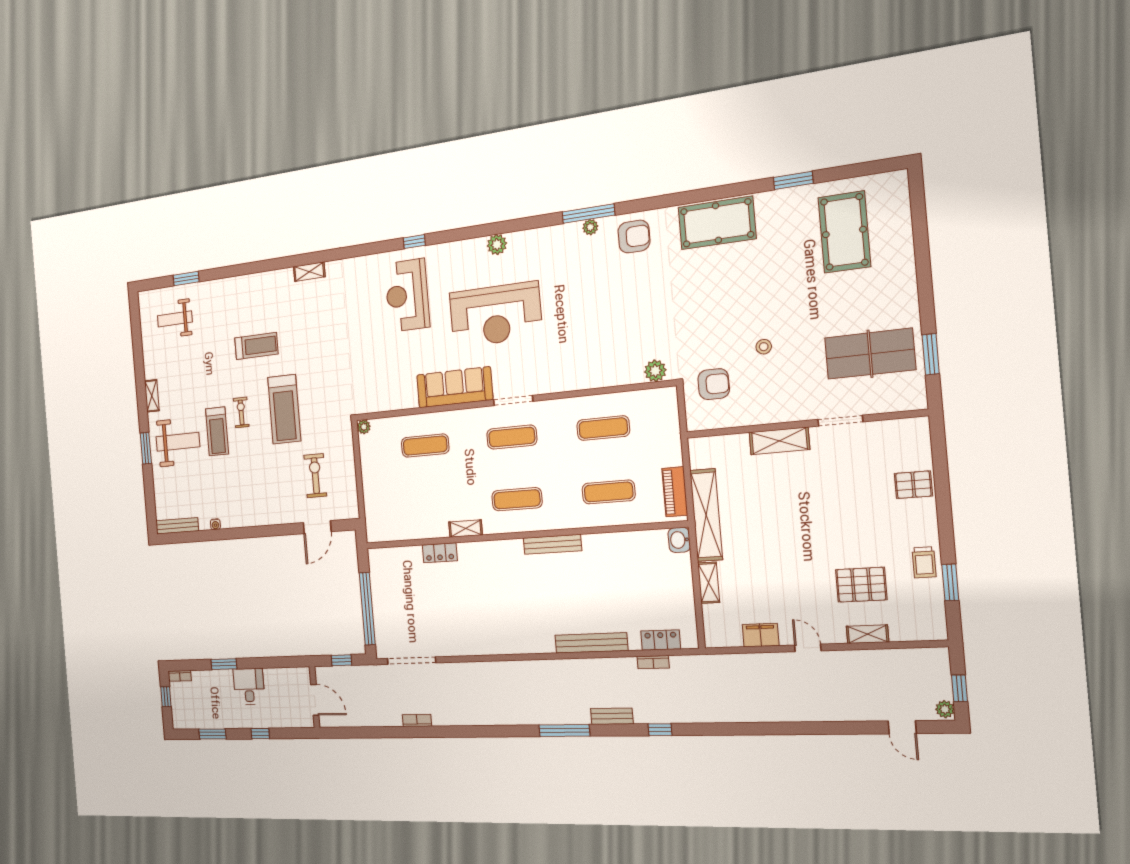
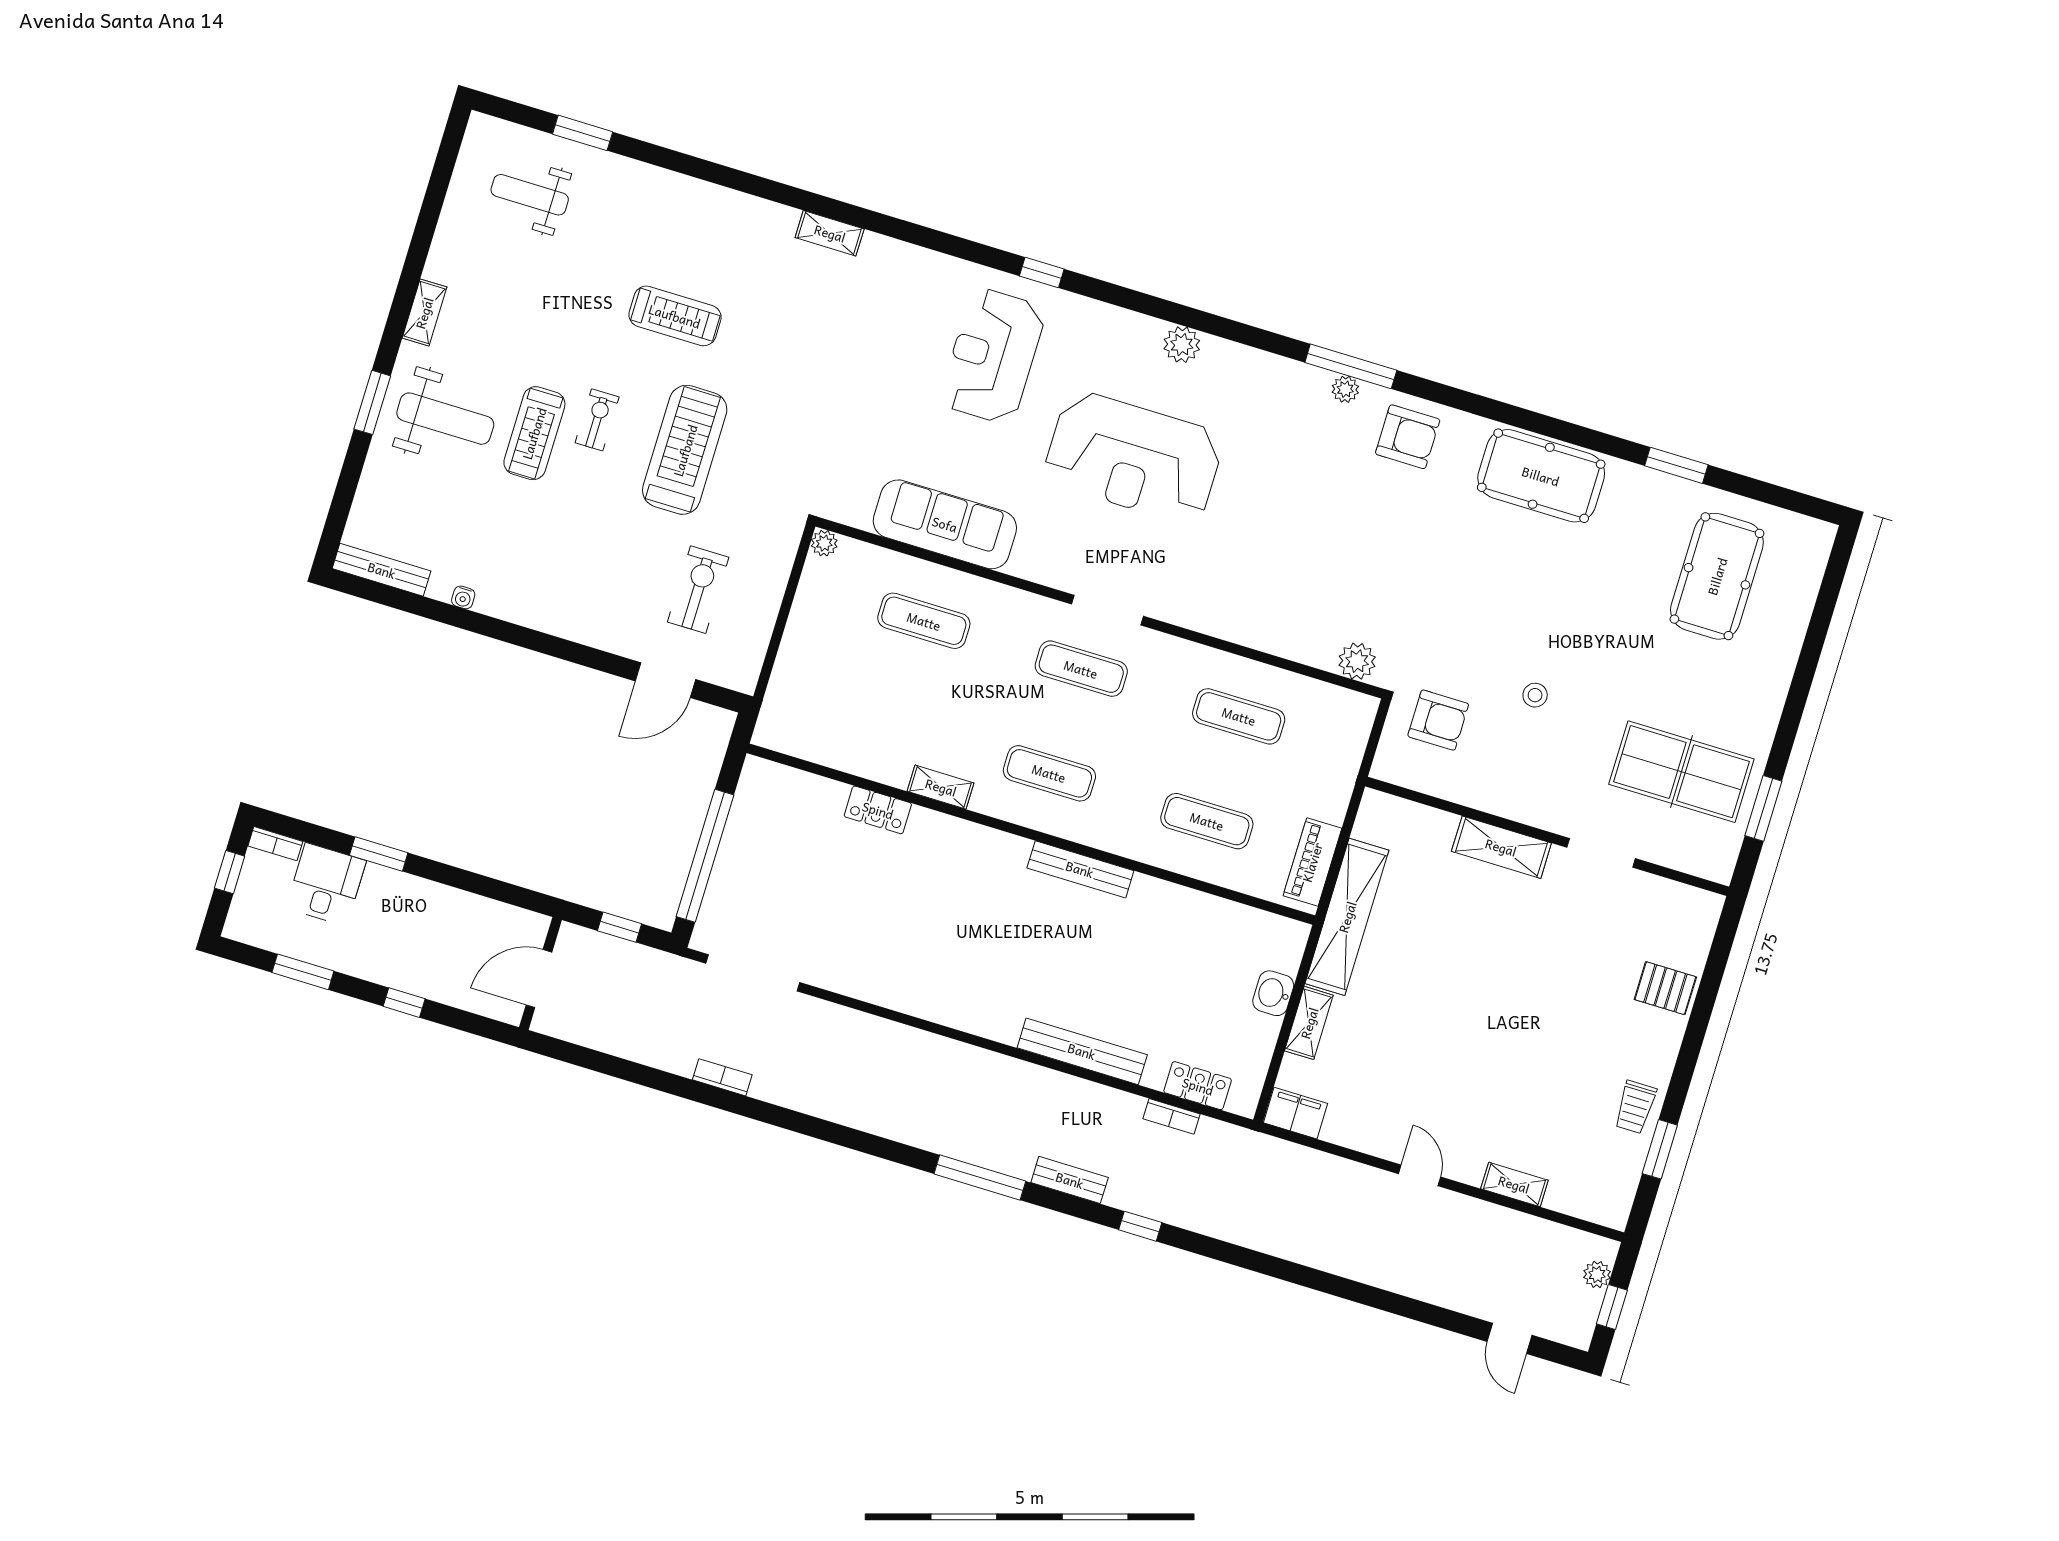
sofa: (455, 387) -> (945, 524), moved
treadmill: (284, 409) -> (685, 450), turned 180
washbasin: (679, 540) -> (1273, 993), moved
pallet: (861, 585) -> (1534, 1108), removed
filing cabinet: (761, 635) -> (1296, 1113), moved
desk: (249, 686) -> (326, 884), moved
door: (315, 700) -> (539, 979), swing flipped
plant: (945, 709) -> (1597, 1274), moved

